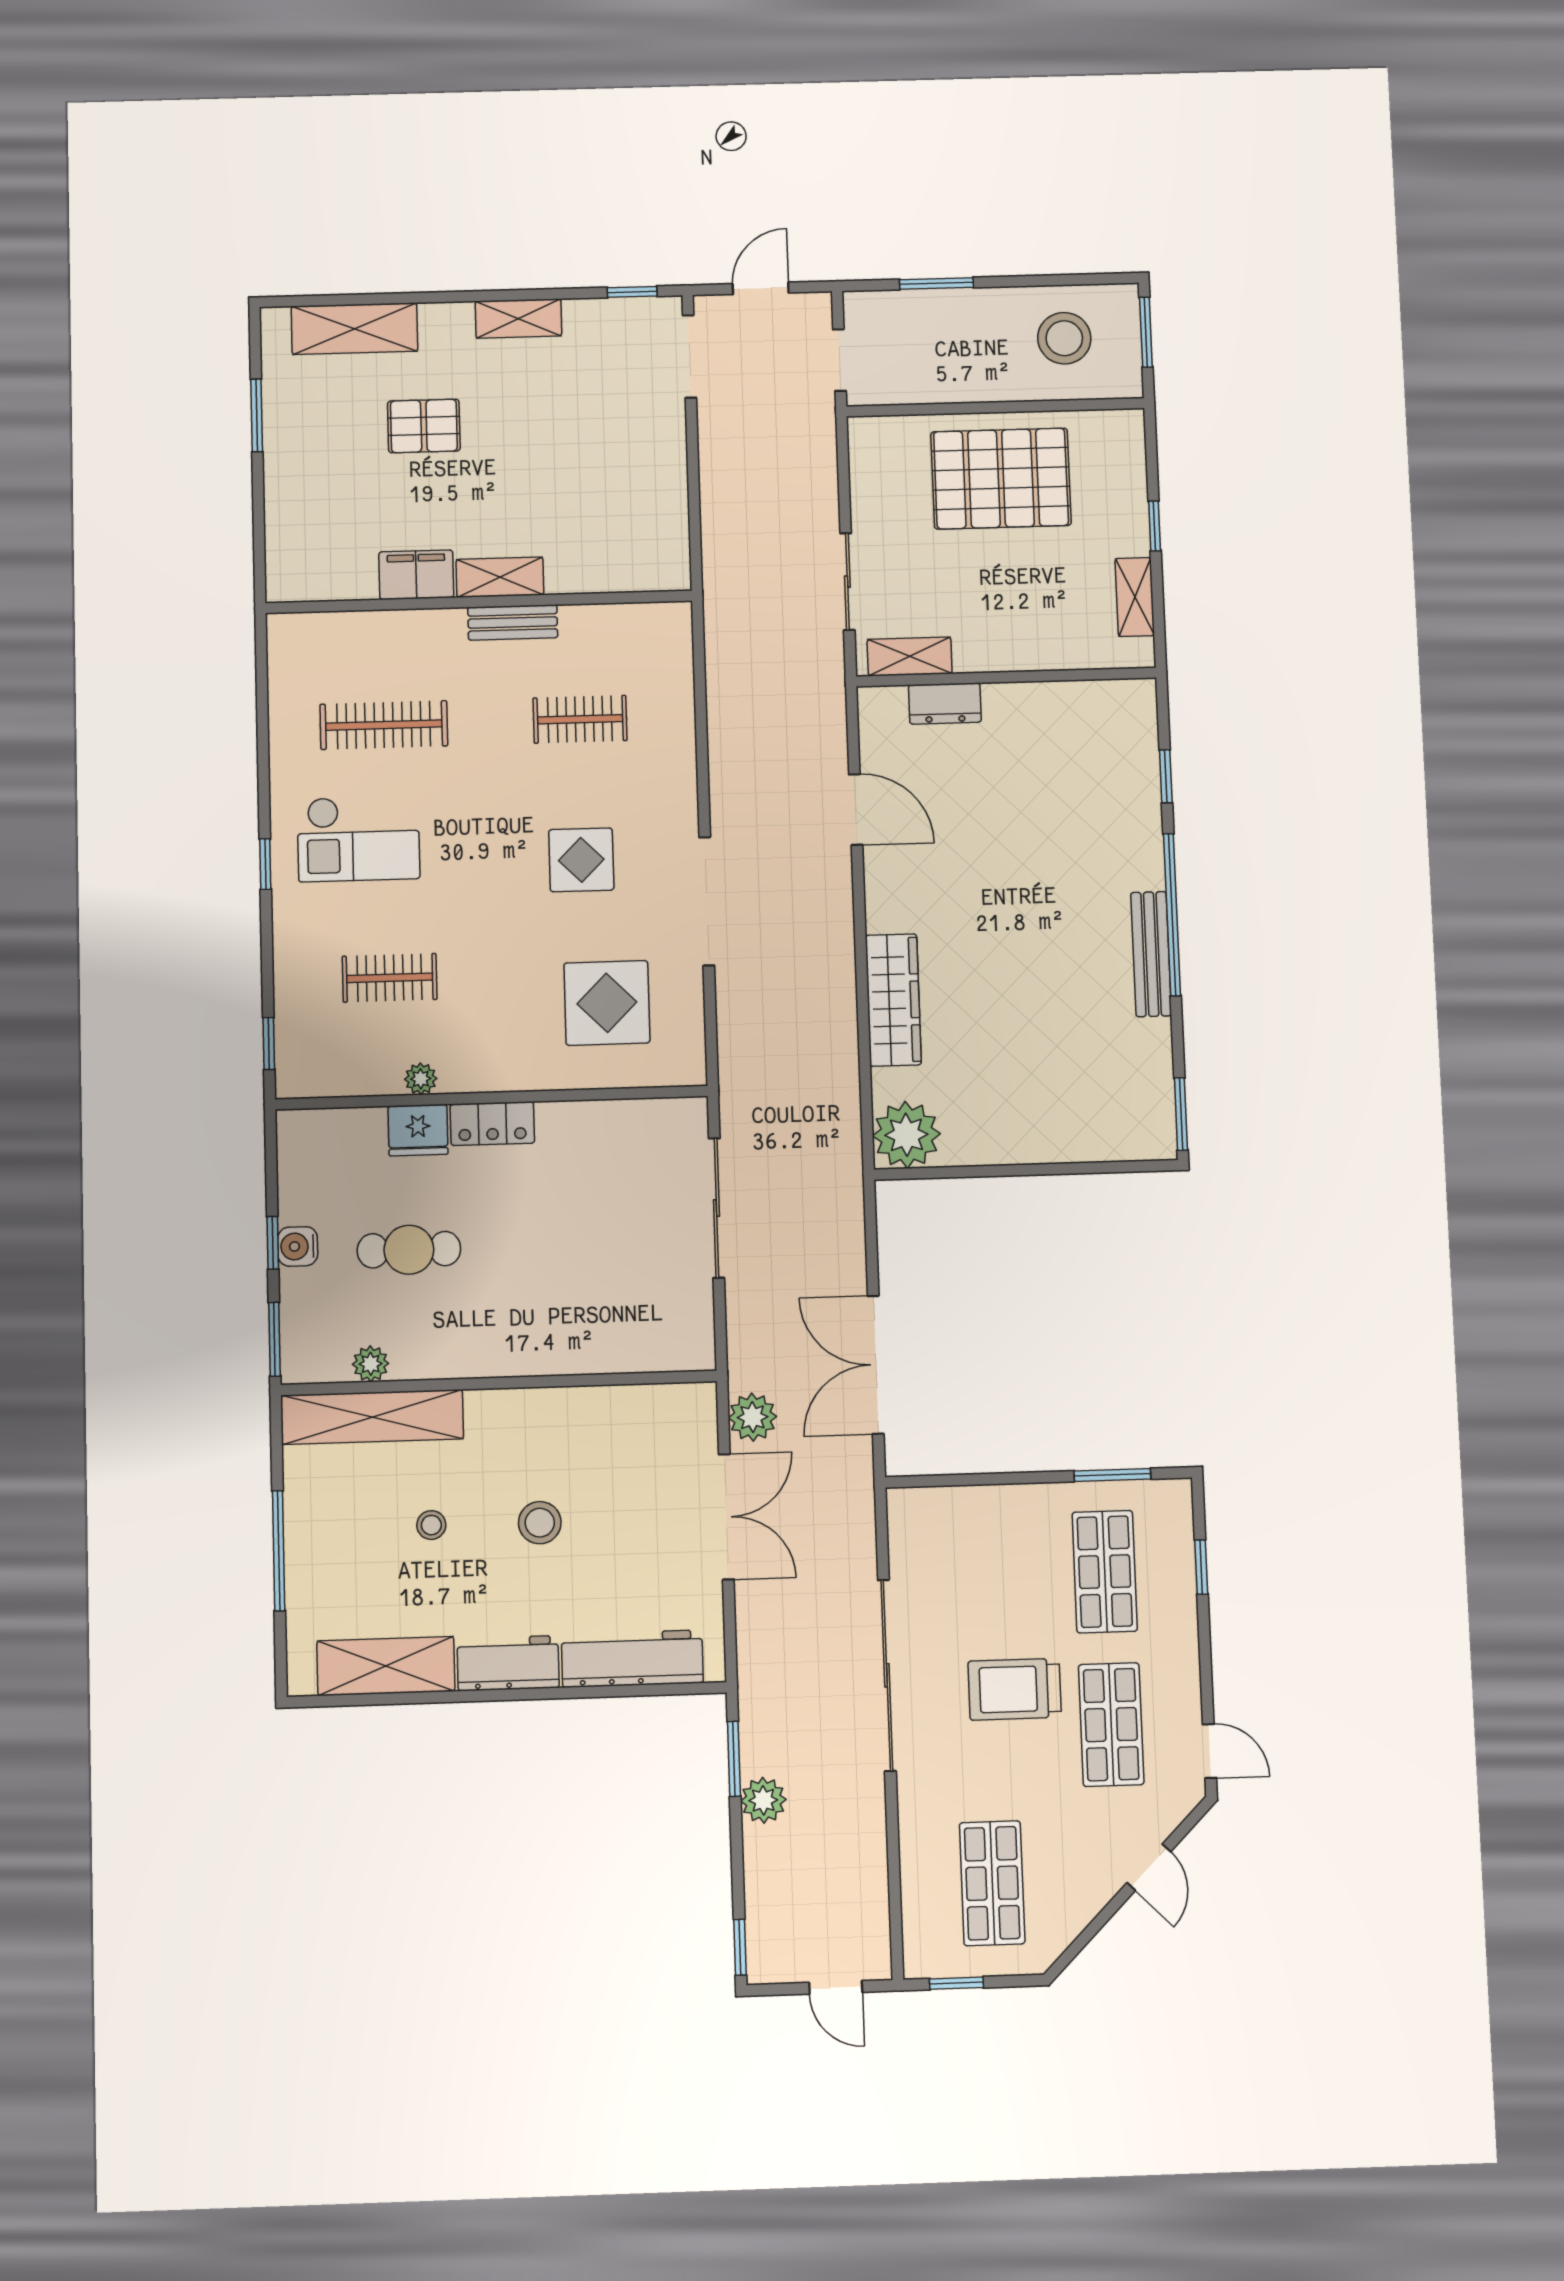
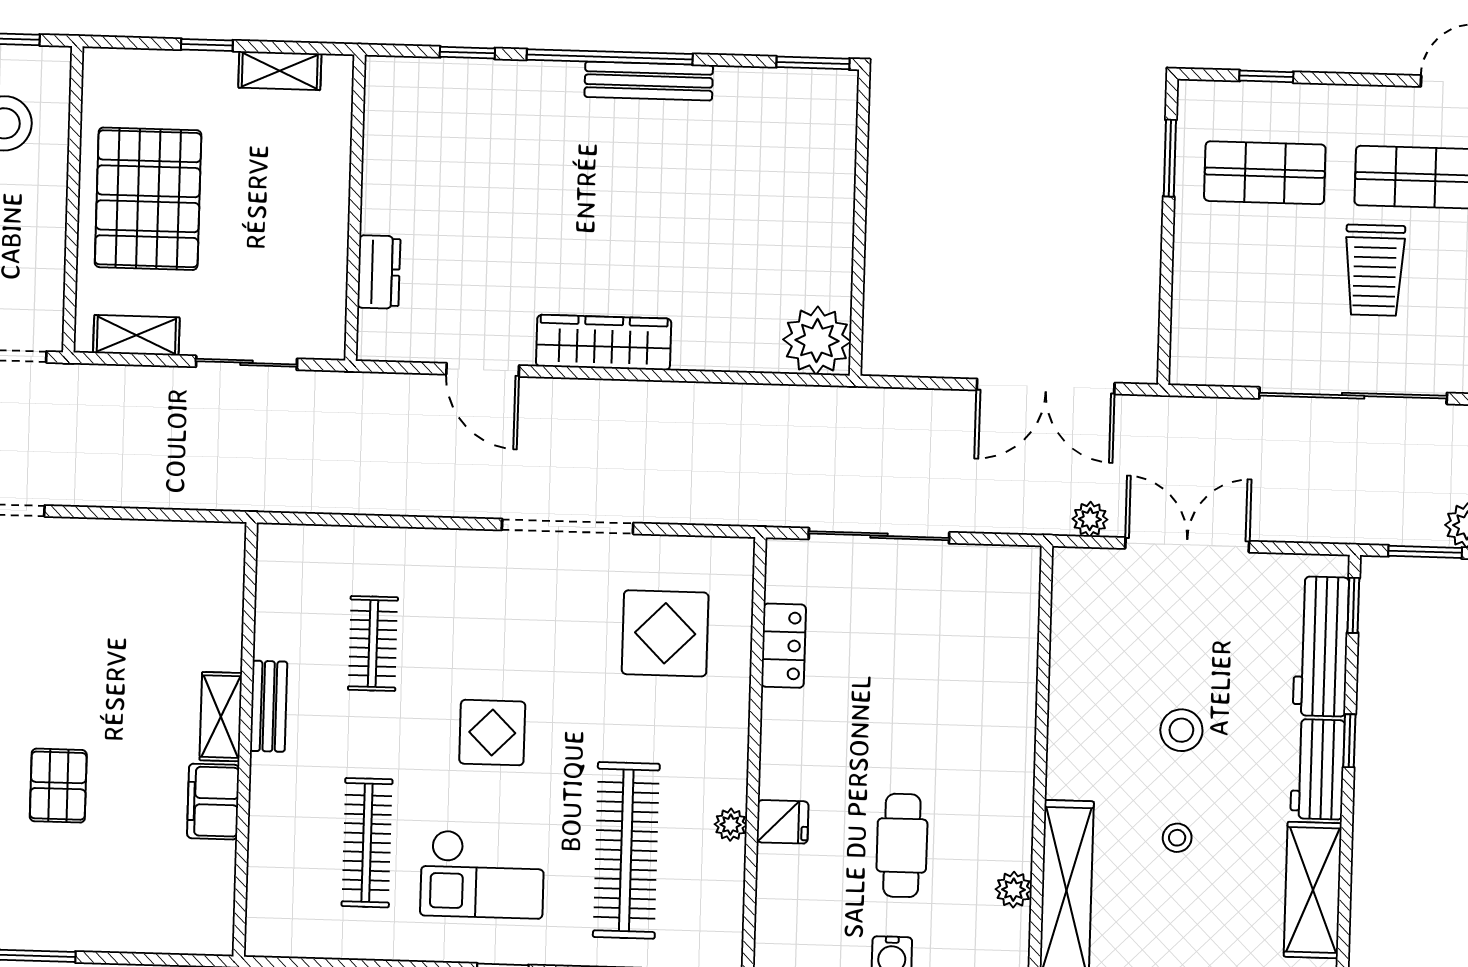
shelving: (910, 656) -> (136, 335), moved, turned 90
door: (856, 810) -> (483, 370), swing flipped
checkout: (358, 839) -> (482, 874), turned 90
display table: (581, 860) -> (492, 733), moved
clothes rail: (390, 978) -> (626, 850), width x1.86, depth x1.31
wardrobe: (893, 1000) -> (604, 342), moved
locker: (492, 1124) -> (784, 646), moved
fridge: (418, 1130) -> (783, 822), width x0.72
plant: (753, 1417) -> (1090, 519), width x0.73, depth x0.73
window: (676, 1689) -> (1353, 605), added
window: (539, 1694) -> (1349, 741), added

